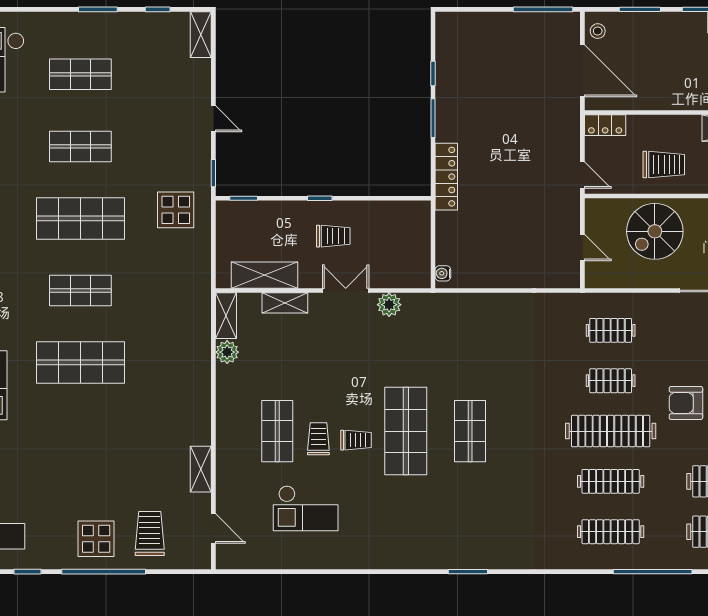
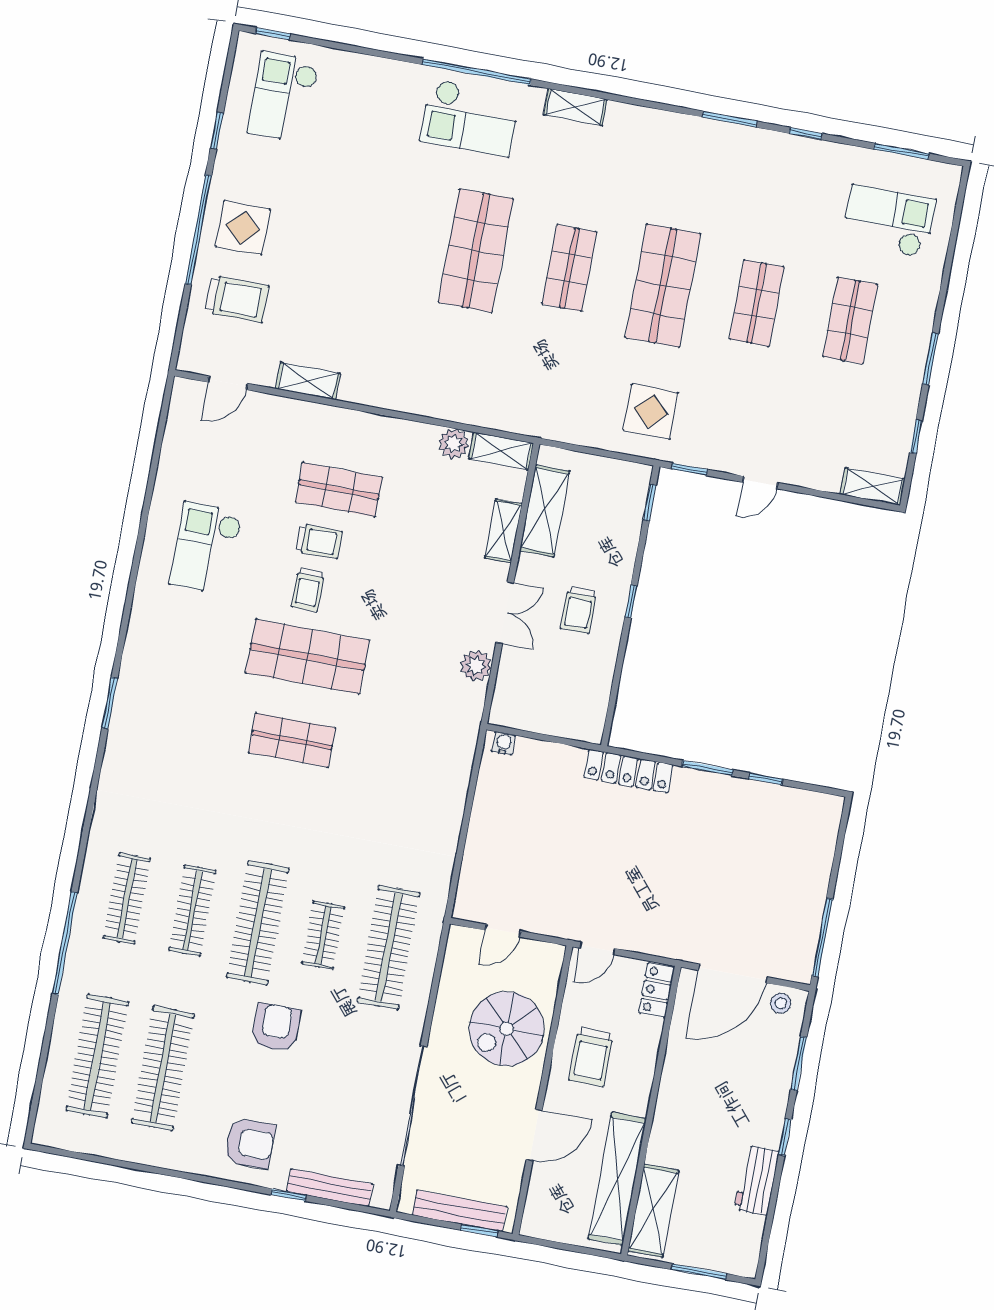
spiral stairs: (655, 231) -> (507, 1029), turned -90
clothes rail: (611, 330) -> (389, 947), width x1.86, depth x1.31
checkout: (306, 508) -> (206, 548), moved

